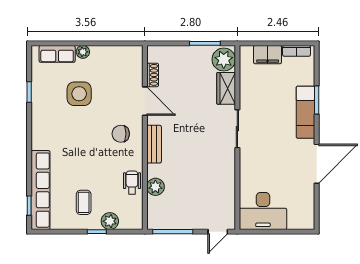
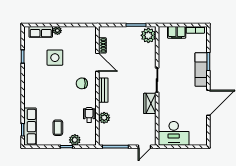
wardrobe: (226, 88) -> (150, 103), moved
row of seats: (41, 190) -> (30, 127), width x0.73

